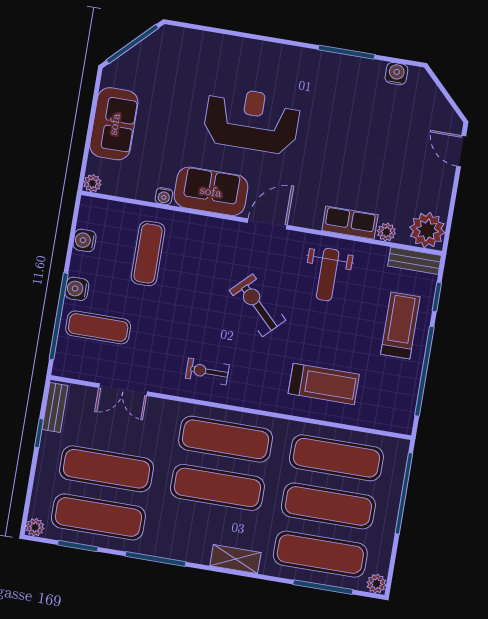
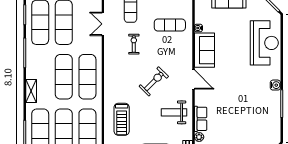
water cooler: (396, 74) -> (275, 85), moved
reception desk: (252, 120) -> (264, 43), moved
exercise bike: (207, 371) -> (134, 44), moved

